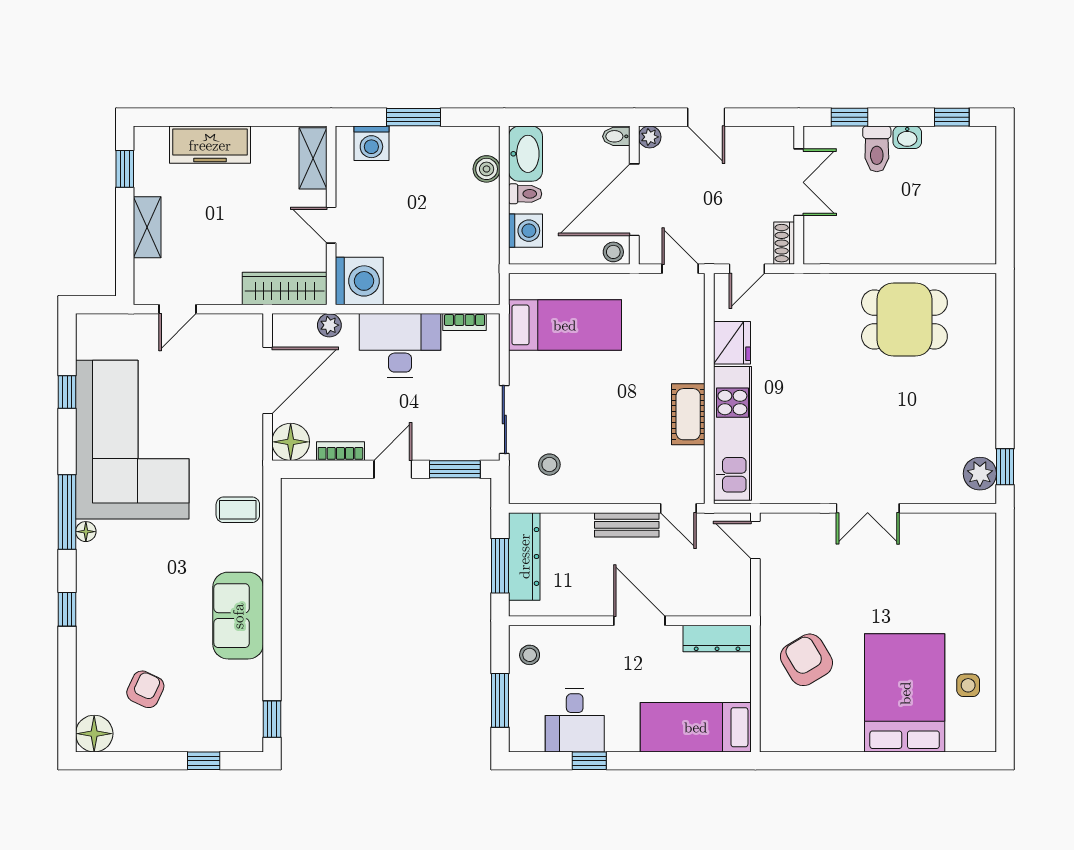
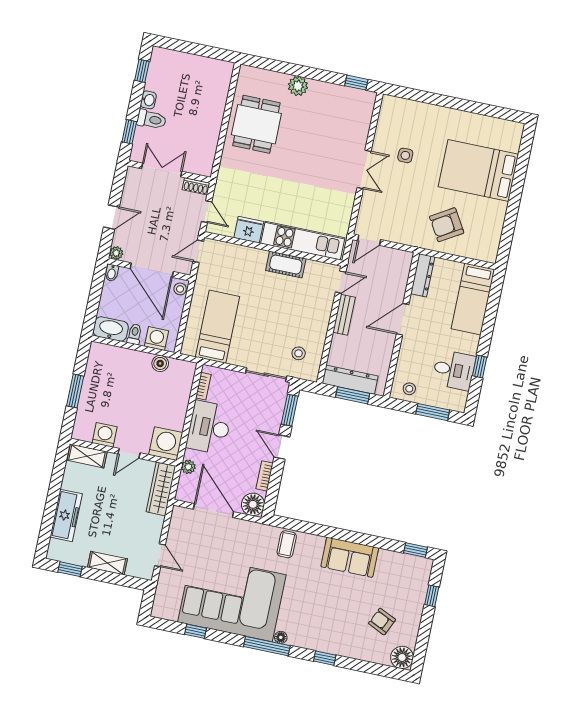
washing machine: (371, 143) -> (105, 435), moved, turned -90
boiler: (487, 169) -> (160, 363), moved
plant: (980, 474) -> (298, 86), moved
side table: (968, 685) -> (405, 155), moved

